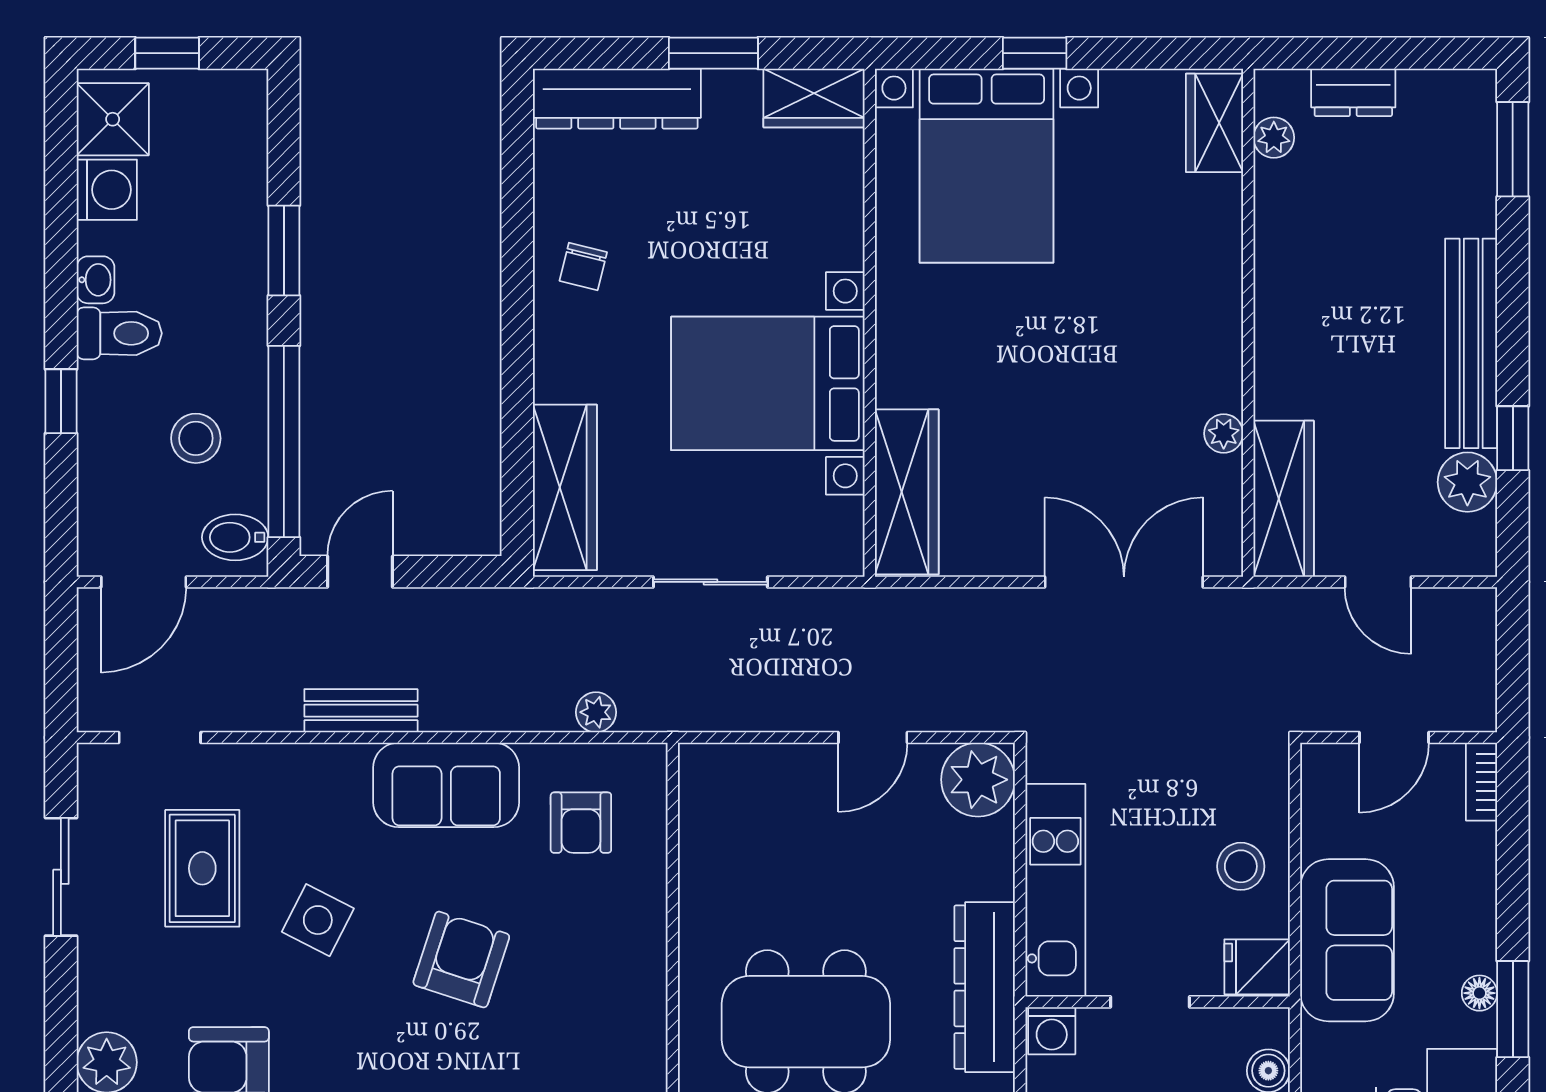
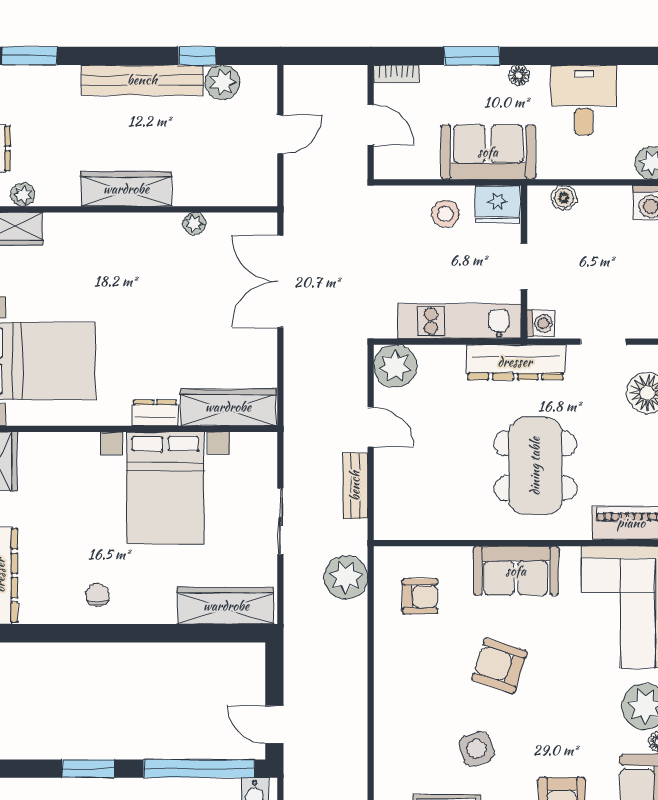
chair: (583, 266) -> (98, 595), turned -104
dresser: (897, 366) -> (155, 413), added
wardrobe: (1284, 499) -> (126, 189), moved
bench: (361, 711) -> (355, 486), moved
plant: (596, 712) -> (346, 577), width x1.87, depth x1.87
sofa: (446, 785) -> (516, 571), moved, turned 90
side table: (318, 920) -> (477, 749), turned 45
fridge: (1257, 967) -> (498, 204), width x1.38
window: (1513, 1009) -> (472, 56), moved

